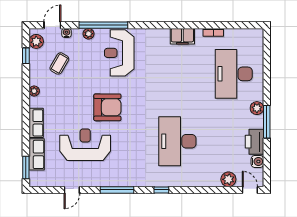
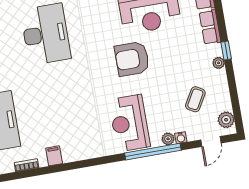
water cooler: (66, 33) -> (181, 138), moved
filing cabinet: (182, 36) -> (54, 156), width x0.50
reception desk: (119, 53) -> (129, 123), turned 180
window: (26, 56) -> (226, 51), moved

